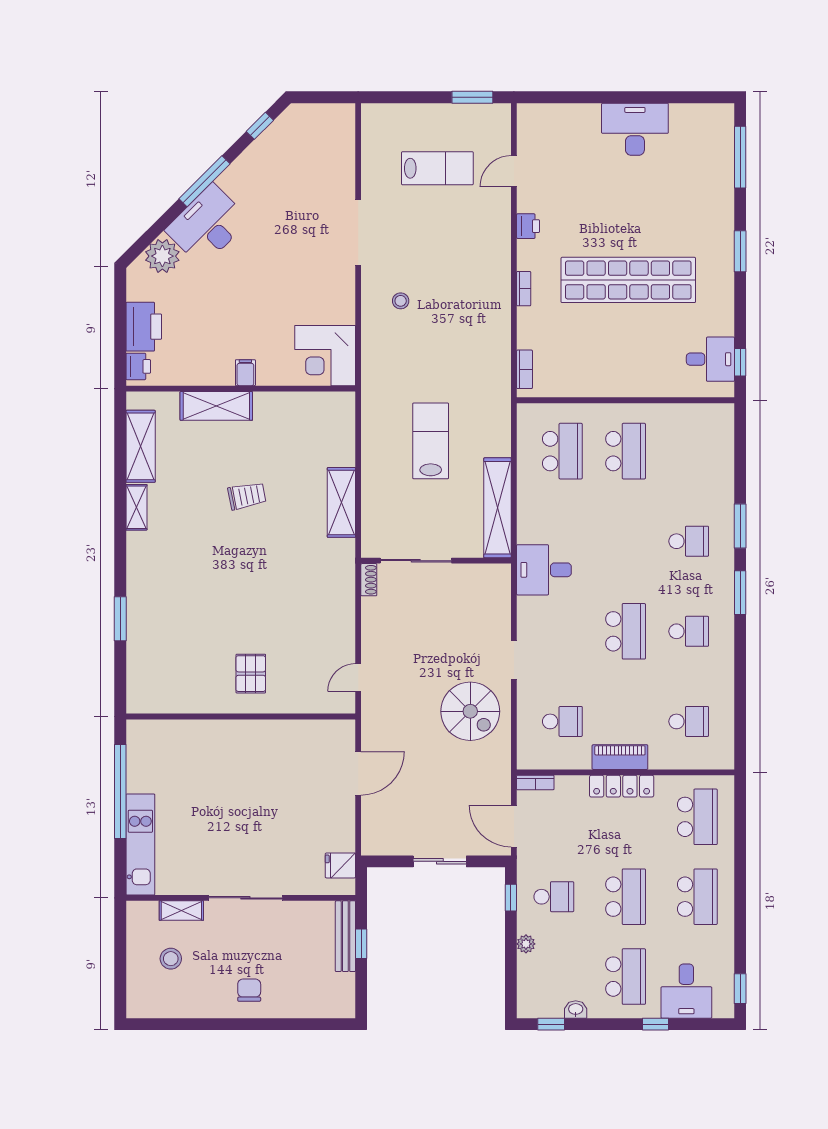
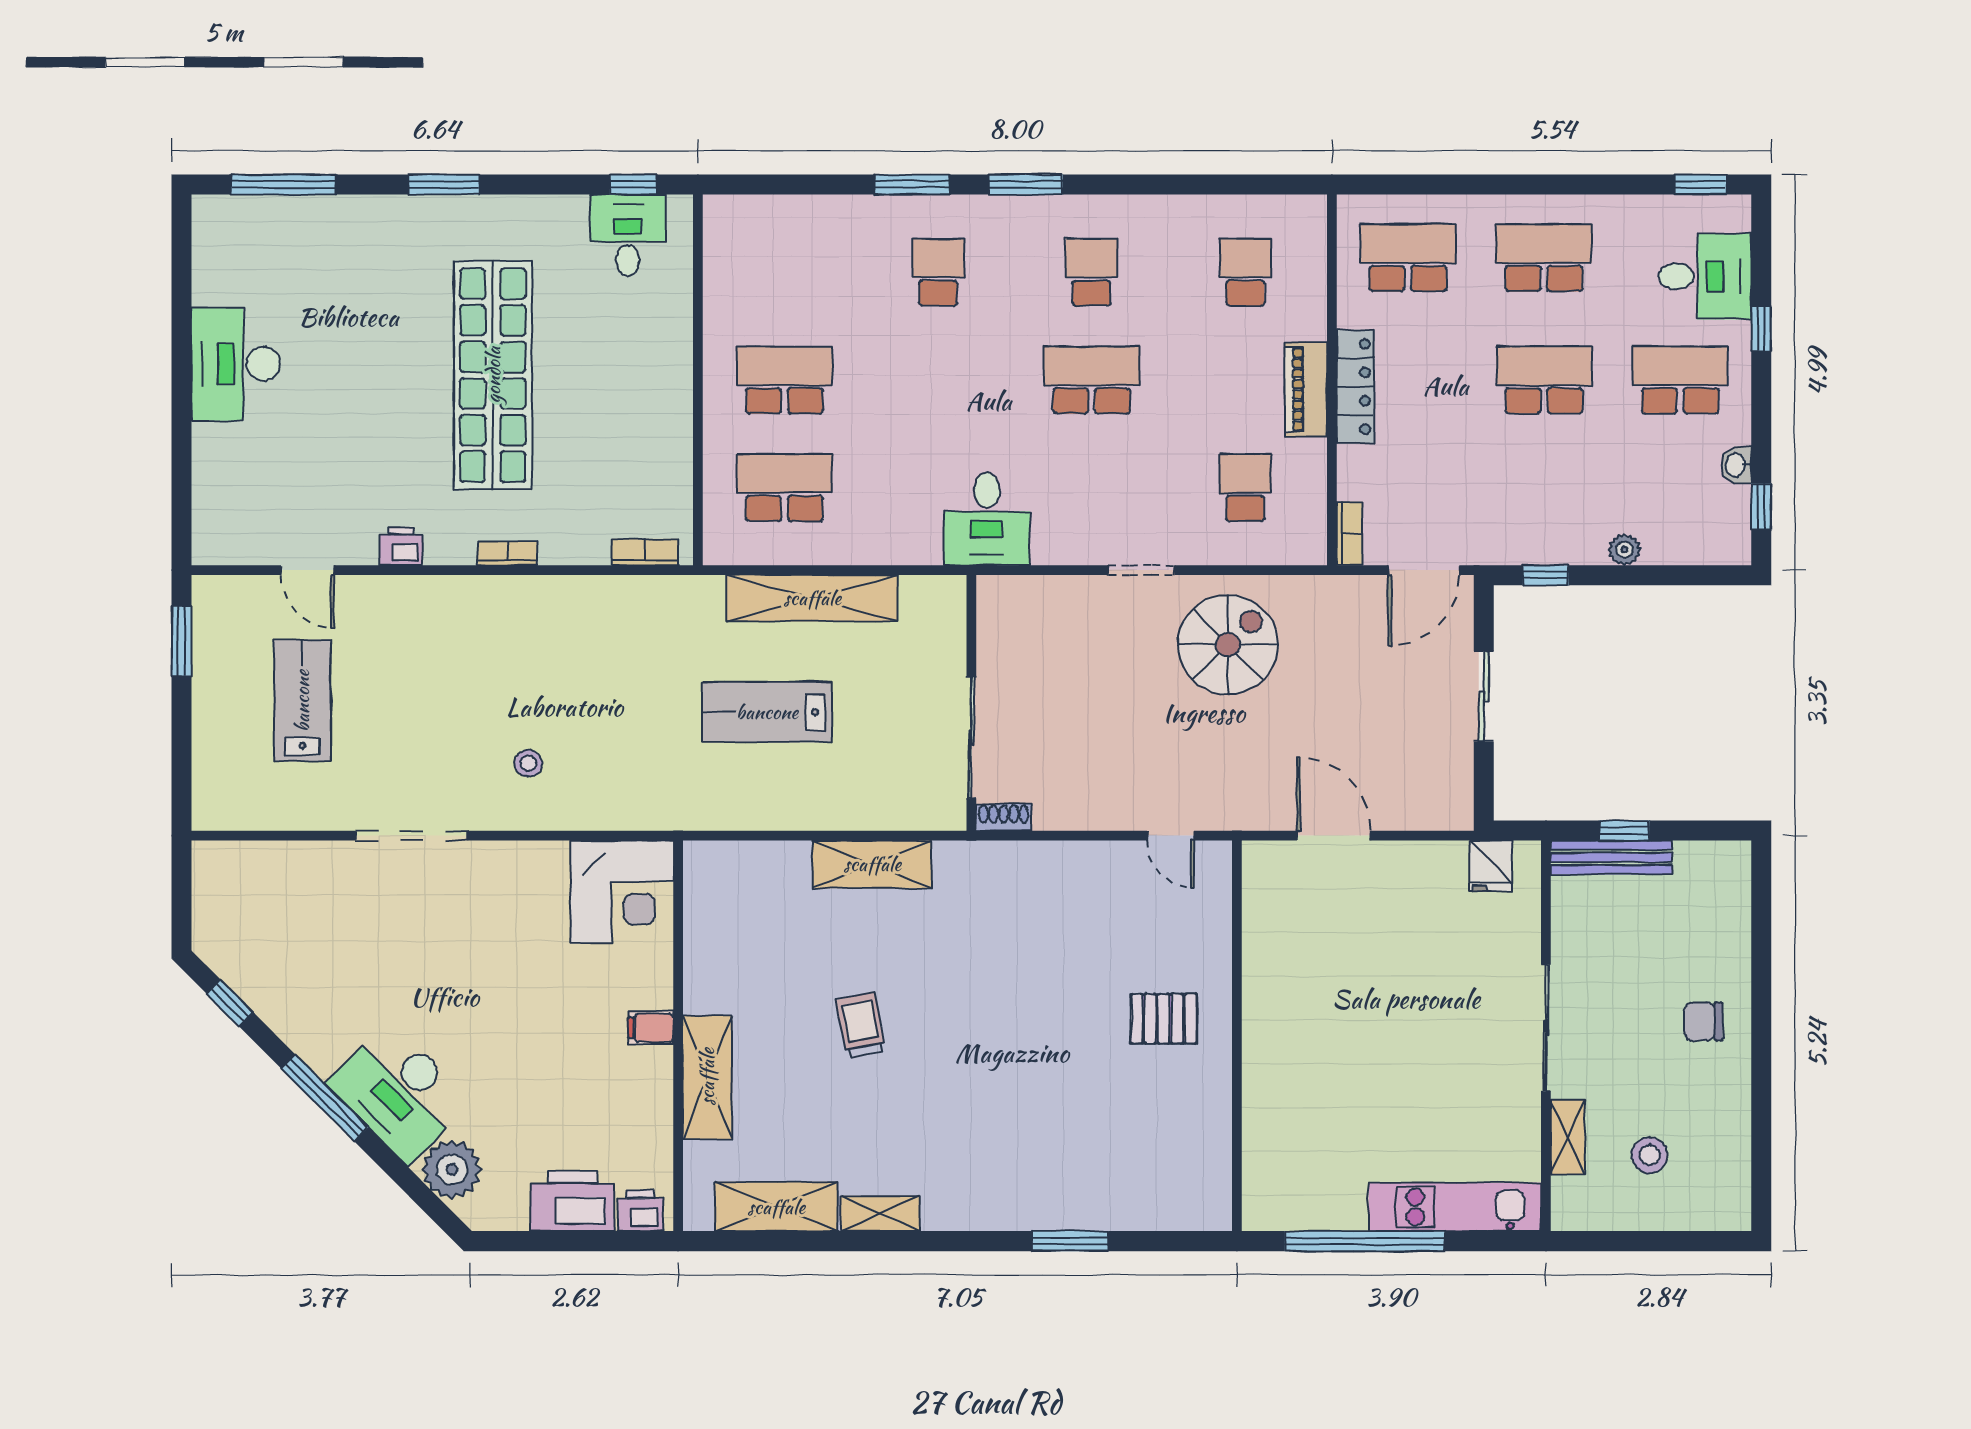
shelving: (497, 508) -> (812, 598), moved
school desk: (554, 897) -> (1544, 502), removed

